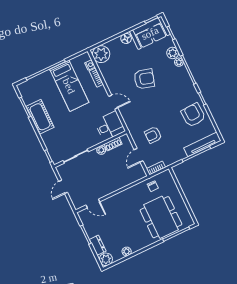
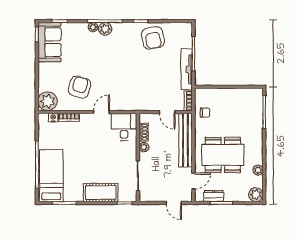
floor lamp: (126, 38) -> (44, 69), removed
plant: (173, 53) -> (105, 29), moved
armchair: (144, 79) -> (80, 87), moved
bed: (69, 86) -> (51, 176), moved, turned -90
armchair: (193, 115) -> (153, 38), turned -98
cot: (40, 117) -> (101, 193), moved
armchair: (153, 135) -> (154, 88), removed
tv unit: (202, 144) -> (187, 69), moved
bench: (123, 181) -> (186, 140), added
door: (63, 187) -> (174, 203), moved
dining table: (161, 217) -> (223, 155), moved
dresser: (98, 245) -> (214, 196), moved

